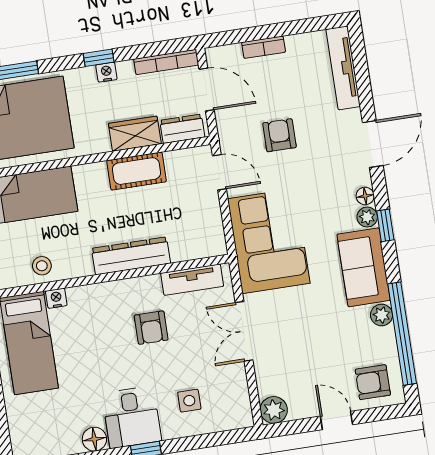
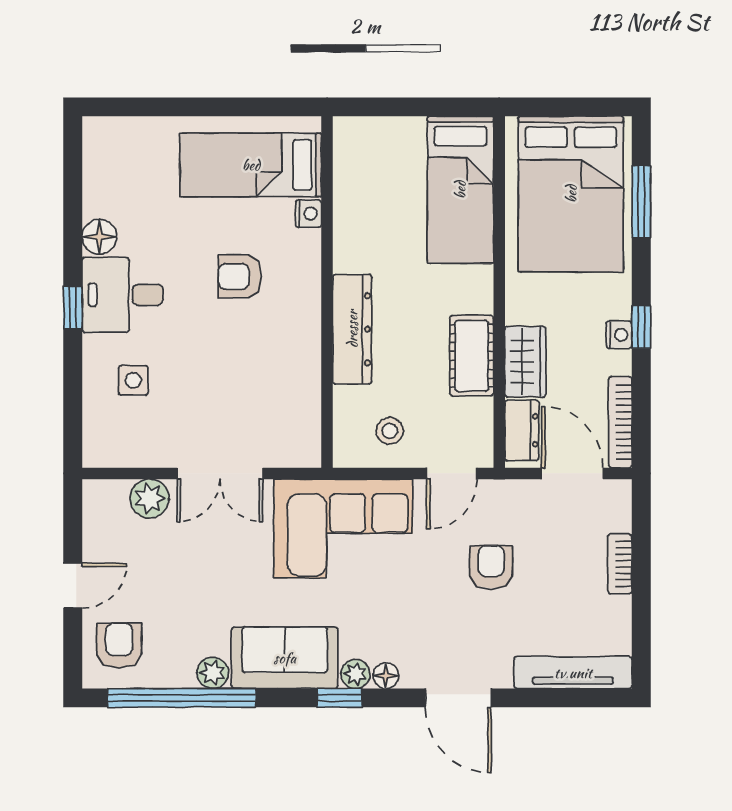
door: (207, 90) -> (572, 473), swing flipped
armchair: (279, 135) -> (491, 567), turned -90
stool: (42, 266) -> (390, 431), moved
tv unit: (192, 280) -> (305, 411), removed
armchair: (151, 328) -> (240, 276), moved
double door: (244, 331) -> (220, 473), swing flipped
plant: (274, 410) -> (149, 498), moved

